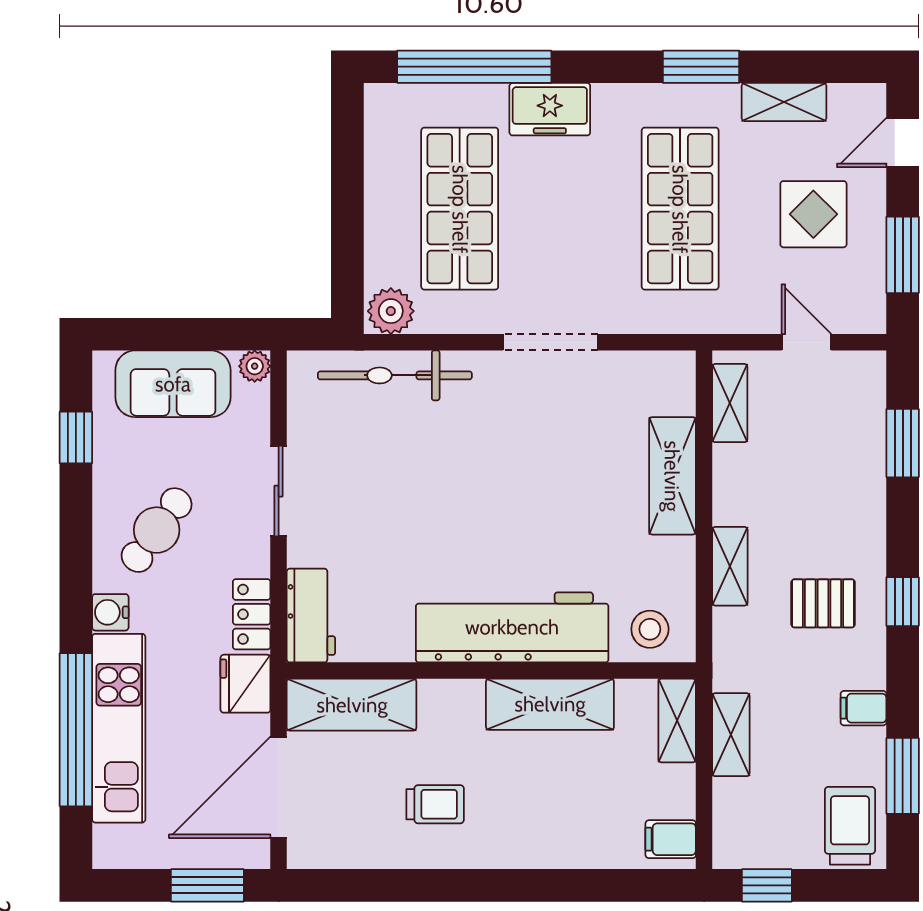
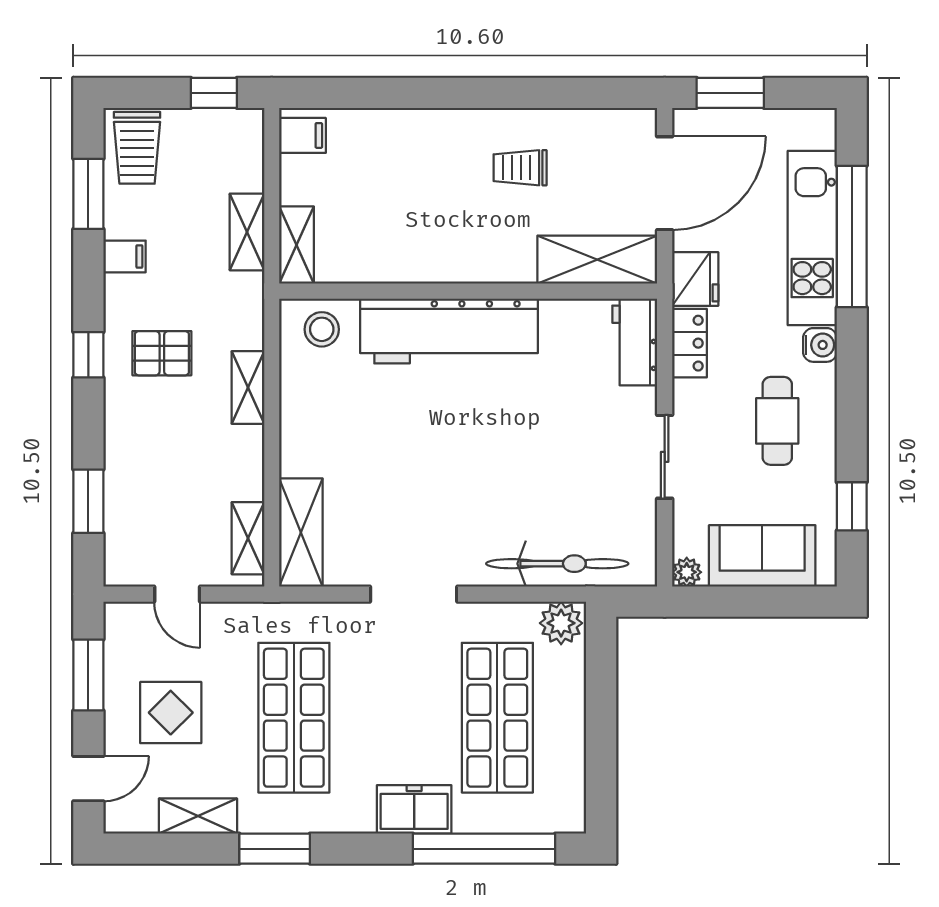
shelving: (672, 476) -> (301, 533), moved
cafe table: (157, 530) -> (777, 421), turned -36
shelving: (550, 704) -> (414, 260), removed

